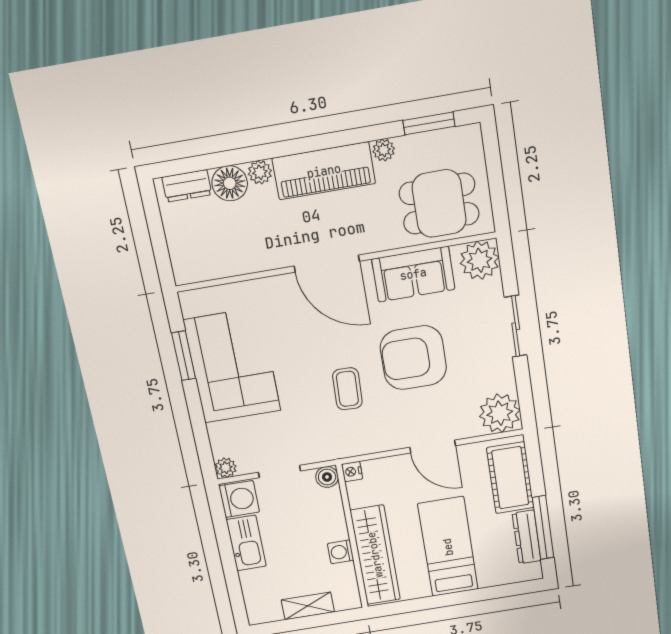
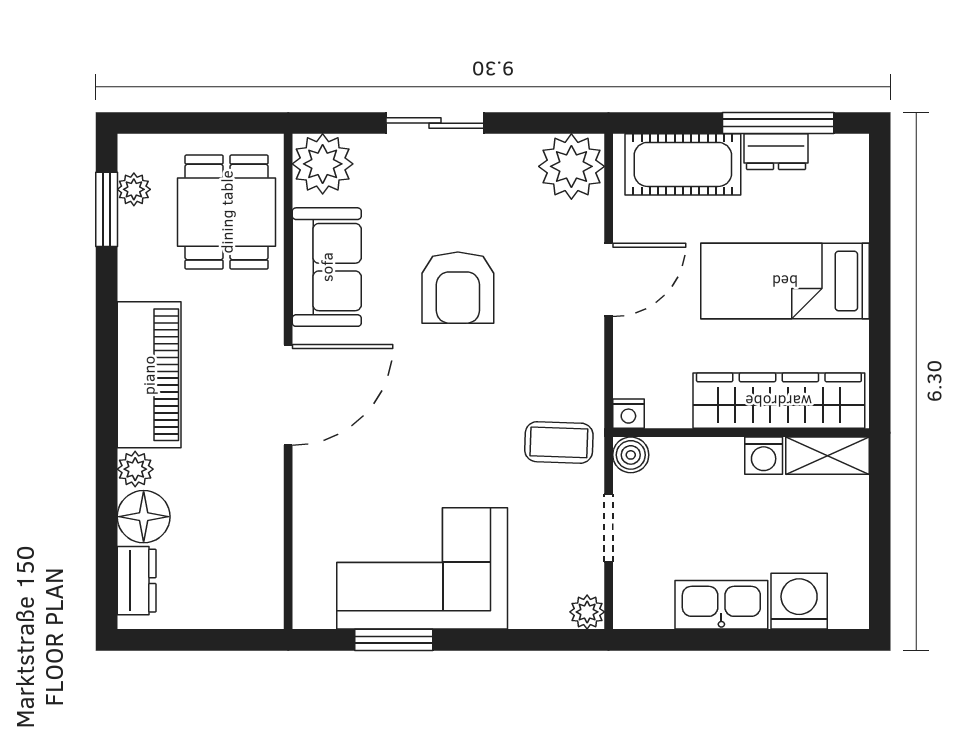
plant: (384, 150) -> (134, 189), moved
armchair: (413, 358) -> (458, 288), width x0.73, depth x0.73
coffee table: (347, 389) -> (559, 442), moved
washing machine: (239, 499) -> (799, 601), moved
dresser: (527, 537) -> (776, 152), width x0.70
shelving: (308, 606) -> (827, 456), moved, turned 90

